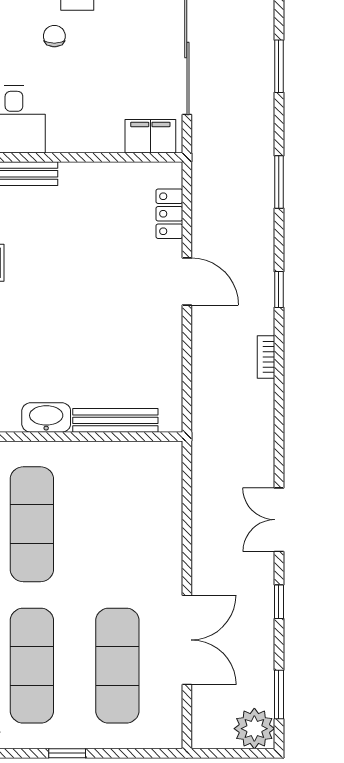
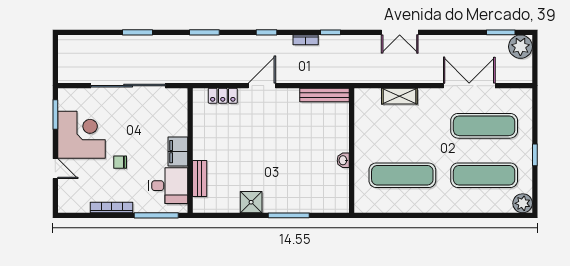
filing cabinet: (150, 136) -> (178, 152), moved
washbasin: (46, 417) -> (343, 160), width x0.52, depth x0.69
bench: (115, 420) -> (325, 95), moved, turned 90
shelving: (169, 519) -> (399, 96), added
window: (279, 602) -> (331, 32), moved

